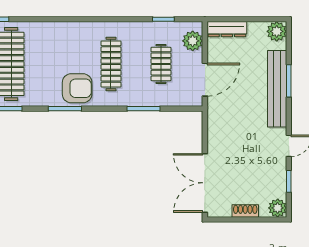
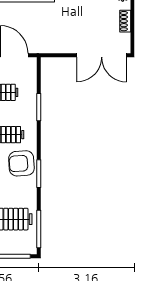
armchair: (77, 88) -> (21, 163), turned -94

